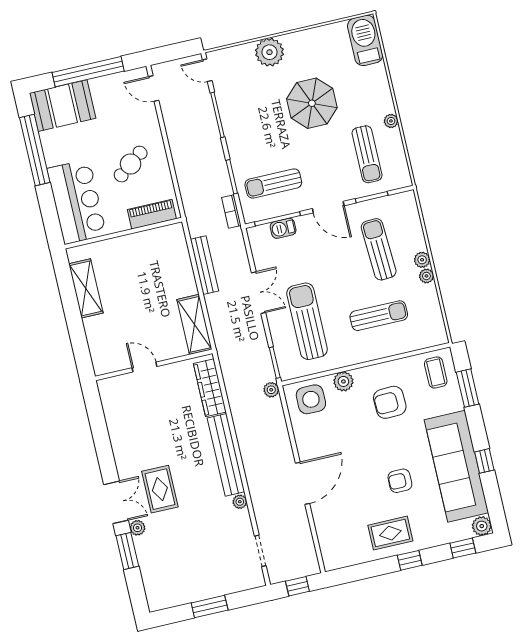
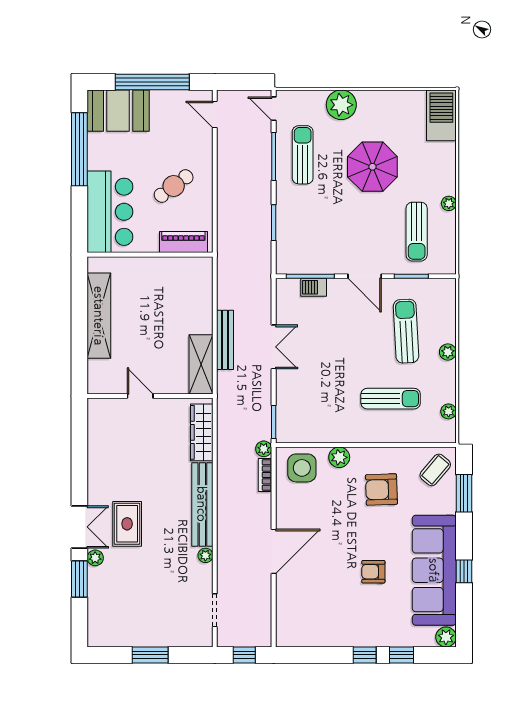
sun lounger: (273, 183) -> (303, 155), moved, turned 90
bookcase: (231, 212) -> (265, 475), moved
bench: (204, 265) -> (225, 340), moved
plant: (426, 276) -> (449, 411), moved
shelving: (86, 288) -> (99, 316), width x1.47
sun lounger: (307, 321) -> (316, 387), removed
coffee table: (436, 372) -> (435, 470), turned 40
rug: (390, 533) -> (351, 623), removed
window: (463, 548) -> (401, 655), moved

